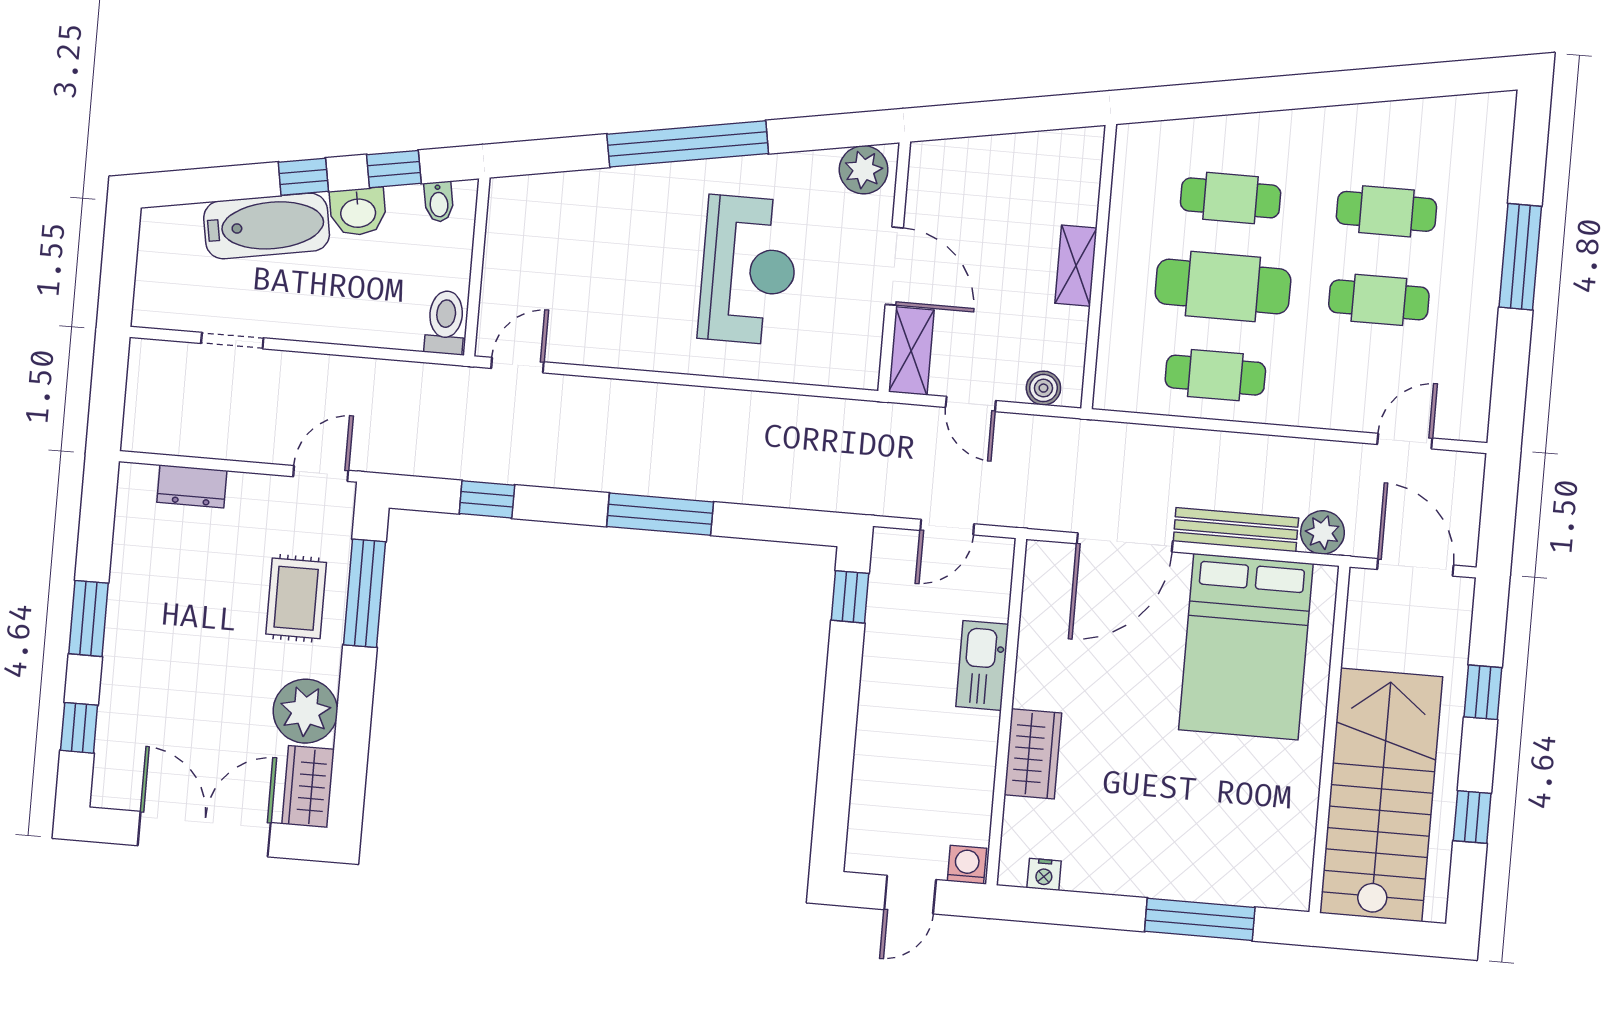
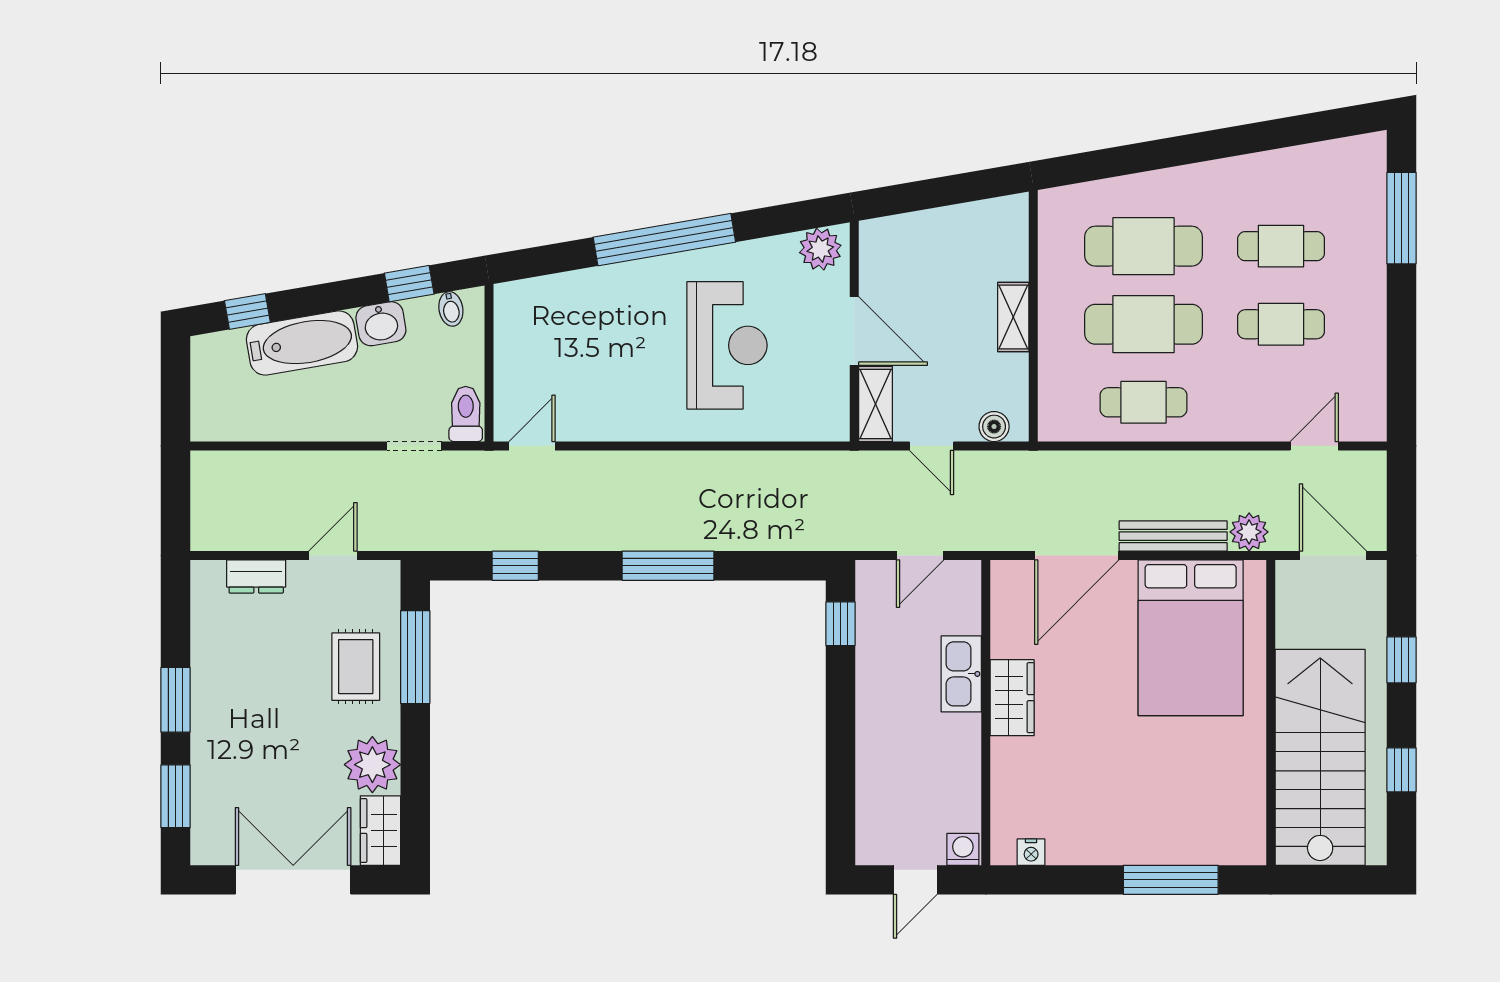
window: (303, 177) -> (247, 312), moved
cafe table: (1231, 198) -> (1144, 246), width x1.37, depth x1.35
window: (1520, 257) -> (1401, 218), moved
doorway: (232, 341) -> (414, 446), moved
door: (321, 473) -> (333, 556), moved
window: (79, 728) -> (176, 796), width x1.50
wardrobe: (1033, 754) -> (1012, 698), moved

